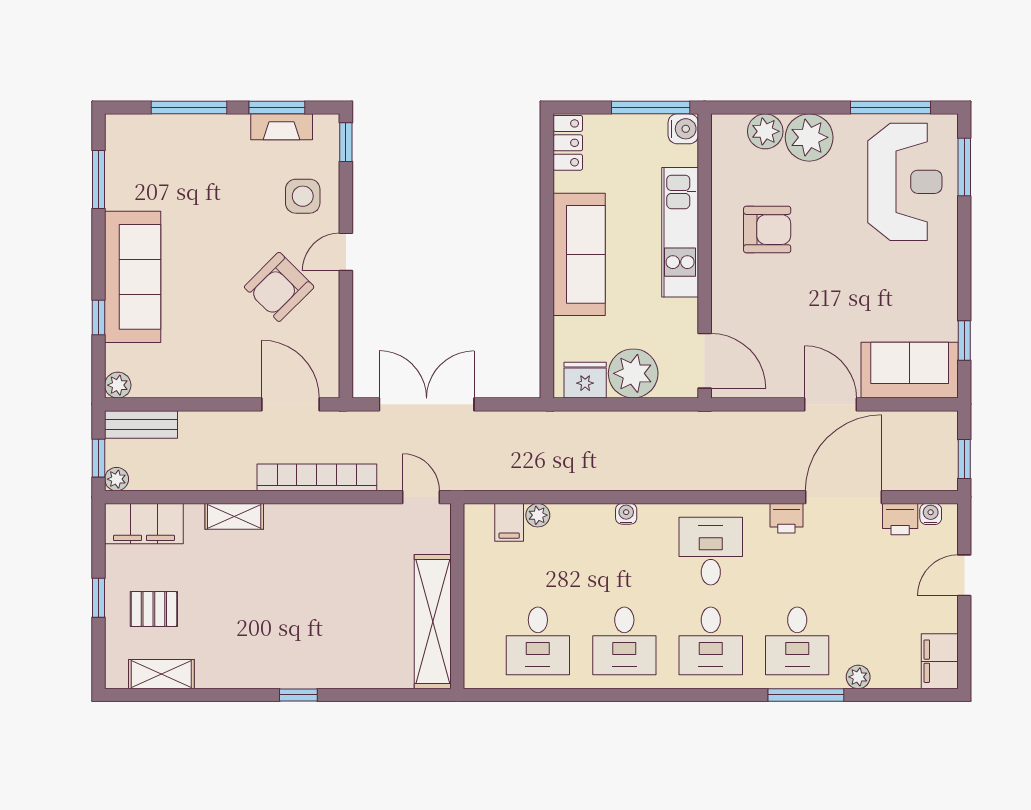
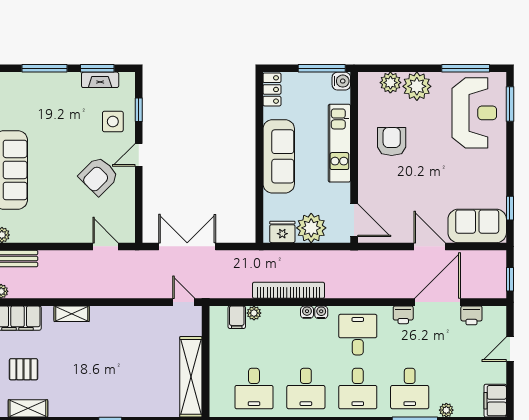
window: (346, 142) -> (139, 110), moved
armchair: (767, 230) -> (392, 142), turned -90
door: (290, 404) -> (105, 246), width x0.73
bookcase: (317, 477) -> (288, 290), moved
water cooler: (931, 514) -> (321, 312), moved

